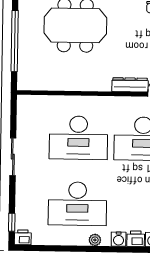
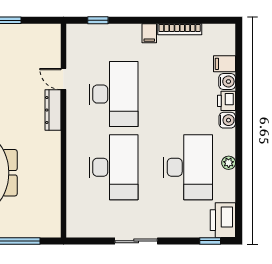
printer: (23, 237) -> (223, 220), width x1.87, depth x1.48
plant: (95, 240) -> (229, 163), moved

